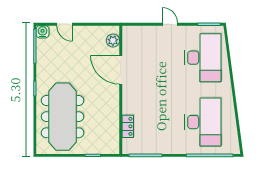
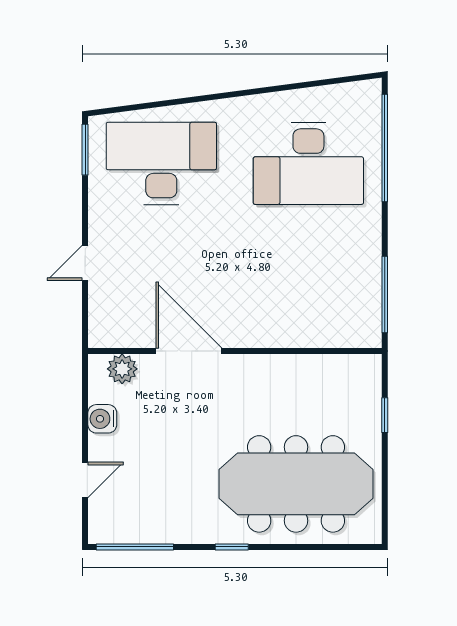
door: (170, 24) -> (85, 263), moved
water cooler: (43, 32) -> (102, 419), moved
door: (121, 70) -> (189, 351), swing flipped
desk: (203, 122) -> (308, 163), turned 180
locker: (128, 126) -> (318, 335), removed

